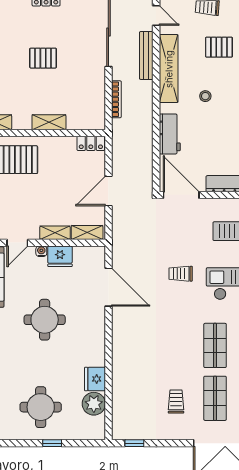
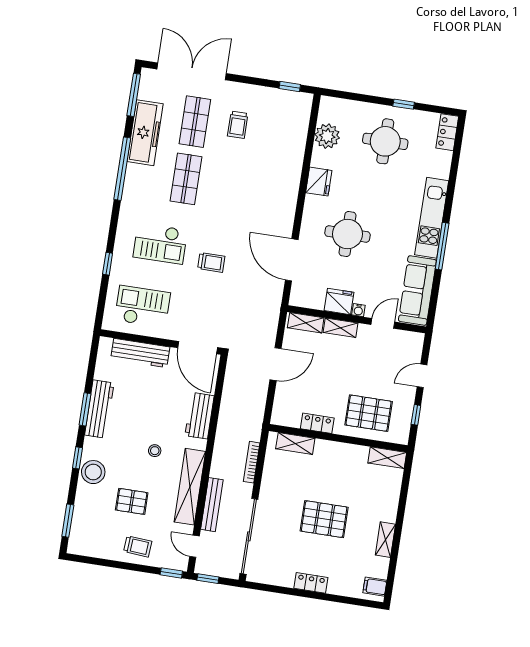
pallet: (43, 58) -> (324, 519), width x1.50, depth x1.42
shelving: (49, 122) -> (295, 443), moved
locker: (91, 143) -> (317, 423), moved
round table: (45, 320) -> (347, 234), moved
fridge: (95, 379) -> (319, 182), moved
window: (52, 443) -> (404, 104), moved

